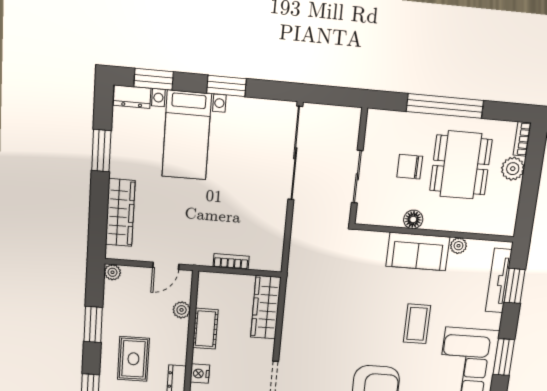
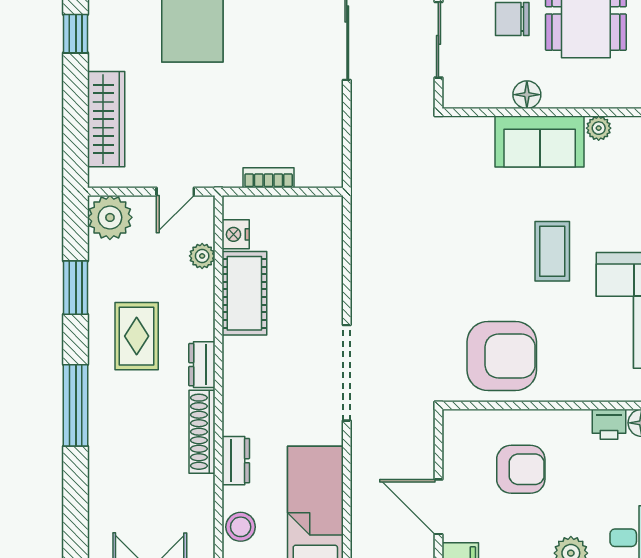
window: (101, 151) -> (76, 34), width x0.67
plant: (112, 272) -> (110, 217), width x1.87, depth x1.87
wardrobe: (266, 307) -> (325, 243), removed
cot: (205, 329) -> (244, 293), width x1.37, depth x1.34
nightstand: (200, 374) -> (236, 234), moved

